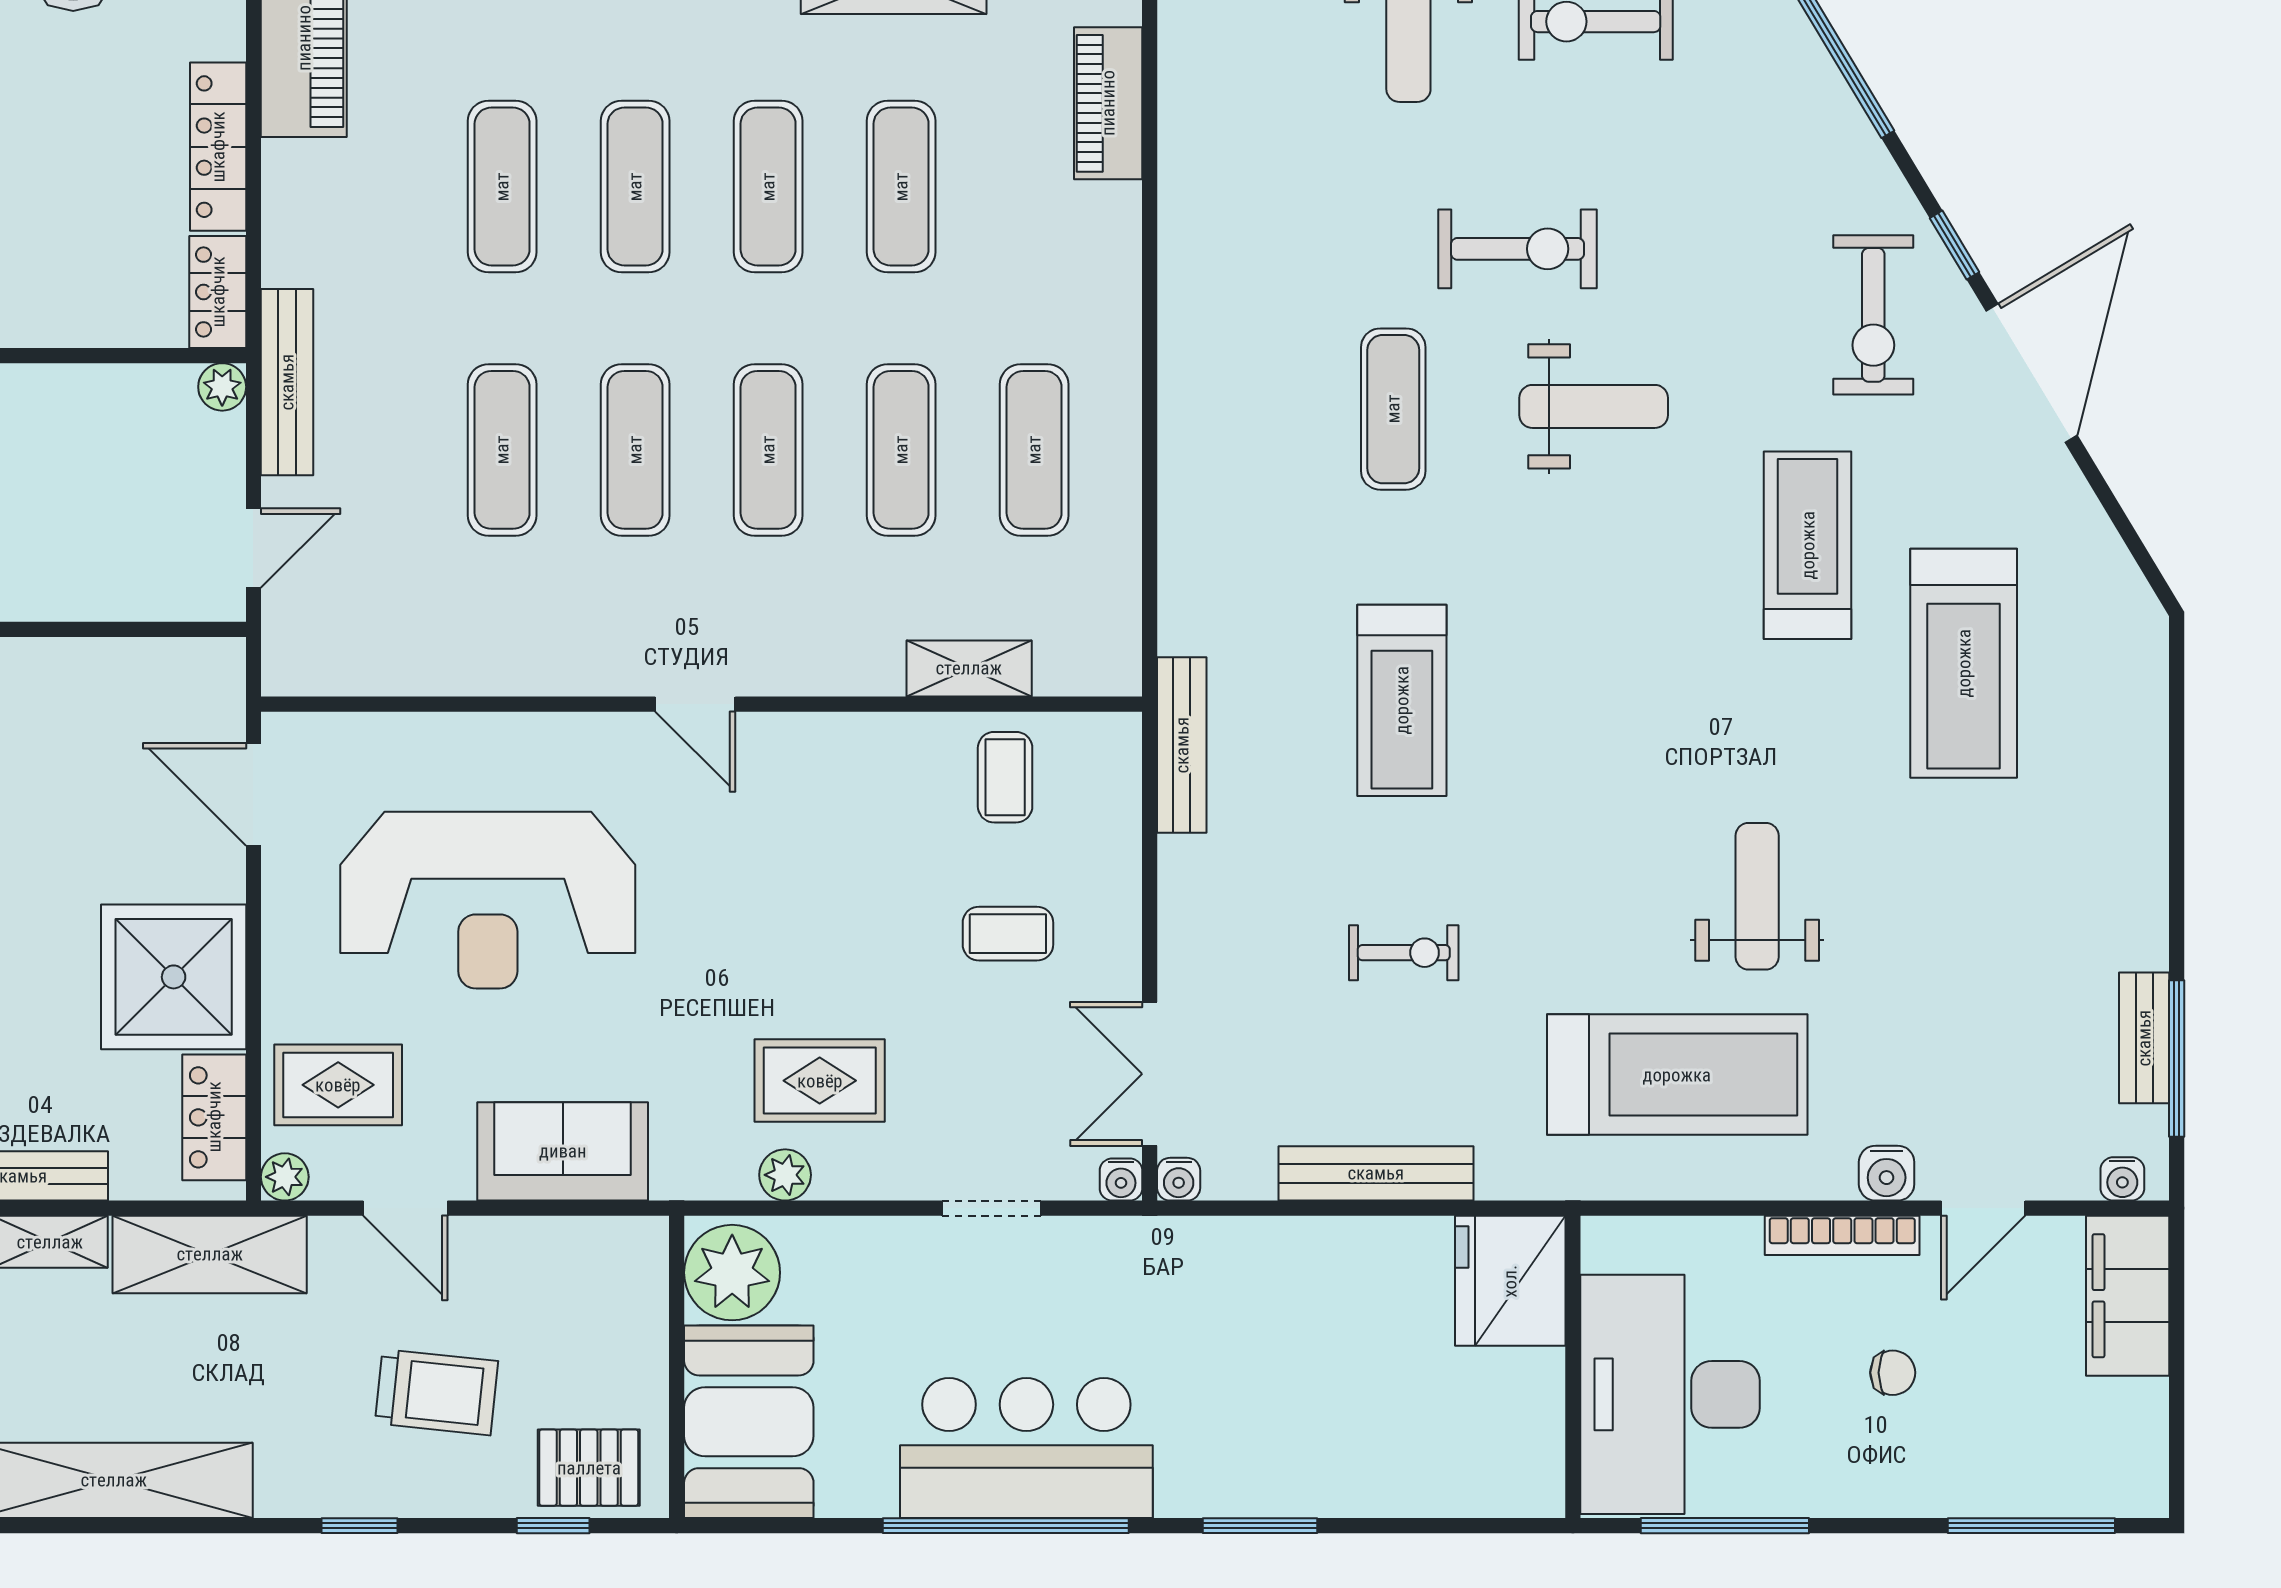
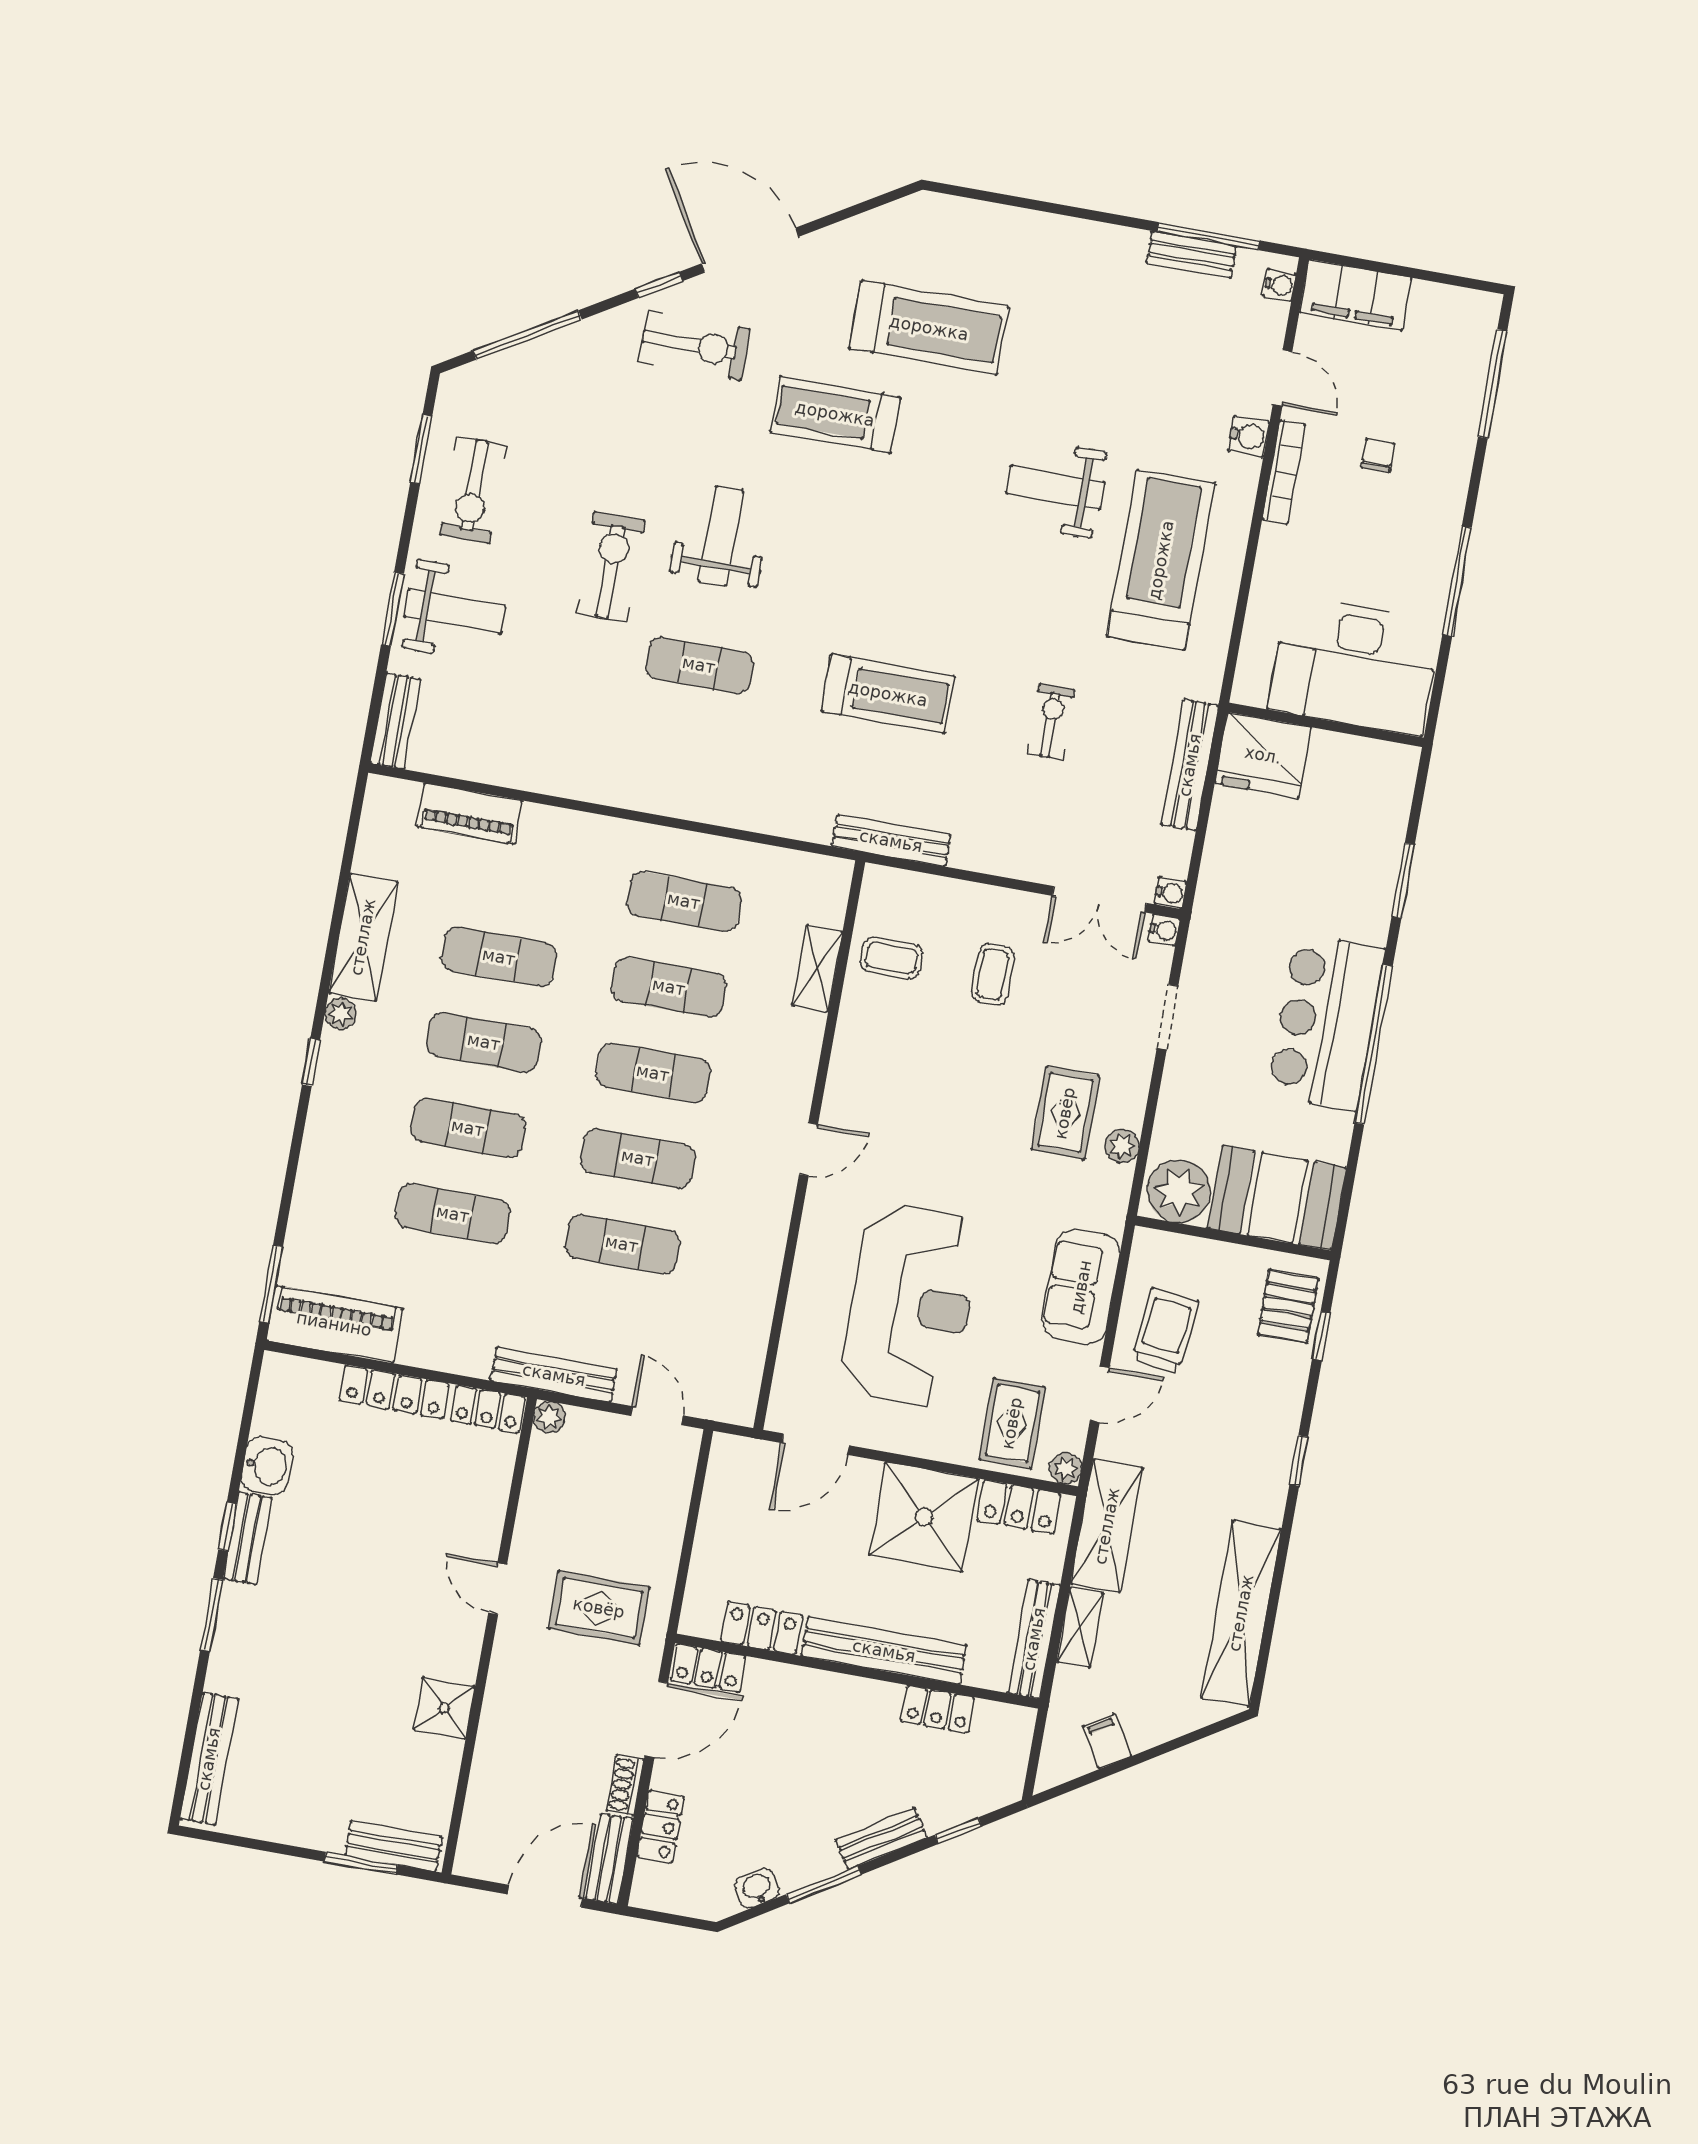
fridge: (1510, 1281) -> (1263, 755), moved
wall: (1573, 1367) -> (1326, 725), moved
trolley: (436, 1392) -> (1165, 1331), moved
desk: (1670, 1394) -> (1355, 665), moved

